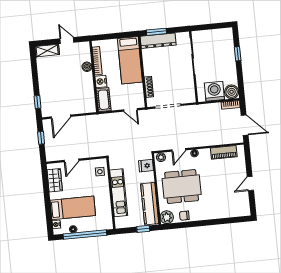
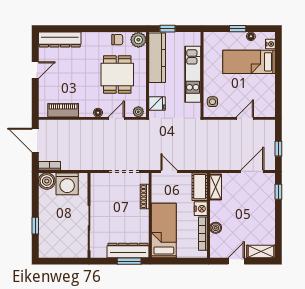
door: (67, 41) -> (236, 261), swing flipped
shelving: (90, 101) -> (216, 187), added
wardrobe: (55, 180) -> (267, 97), removed
dining table: (182, 187) -> (117, 74), width x0.73
dresser: (232, 211) -> (60, 40), added
window: (85, 235) -> (238, 29), width x0.32

